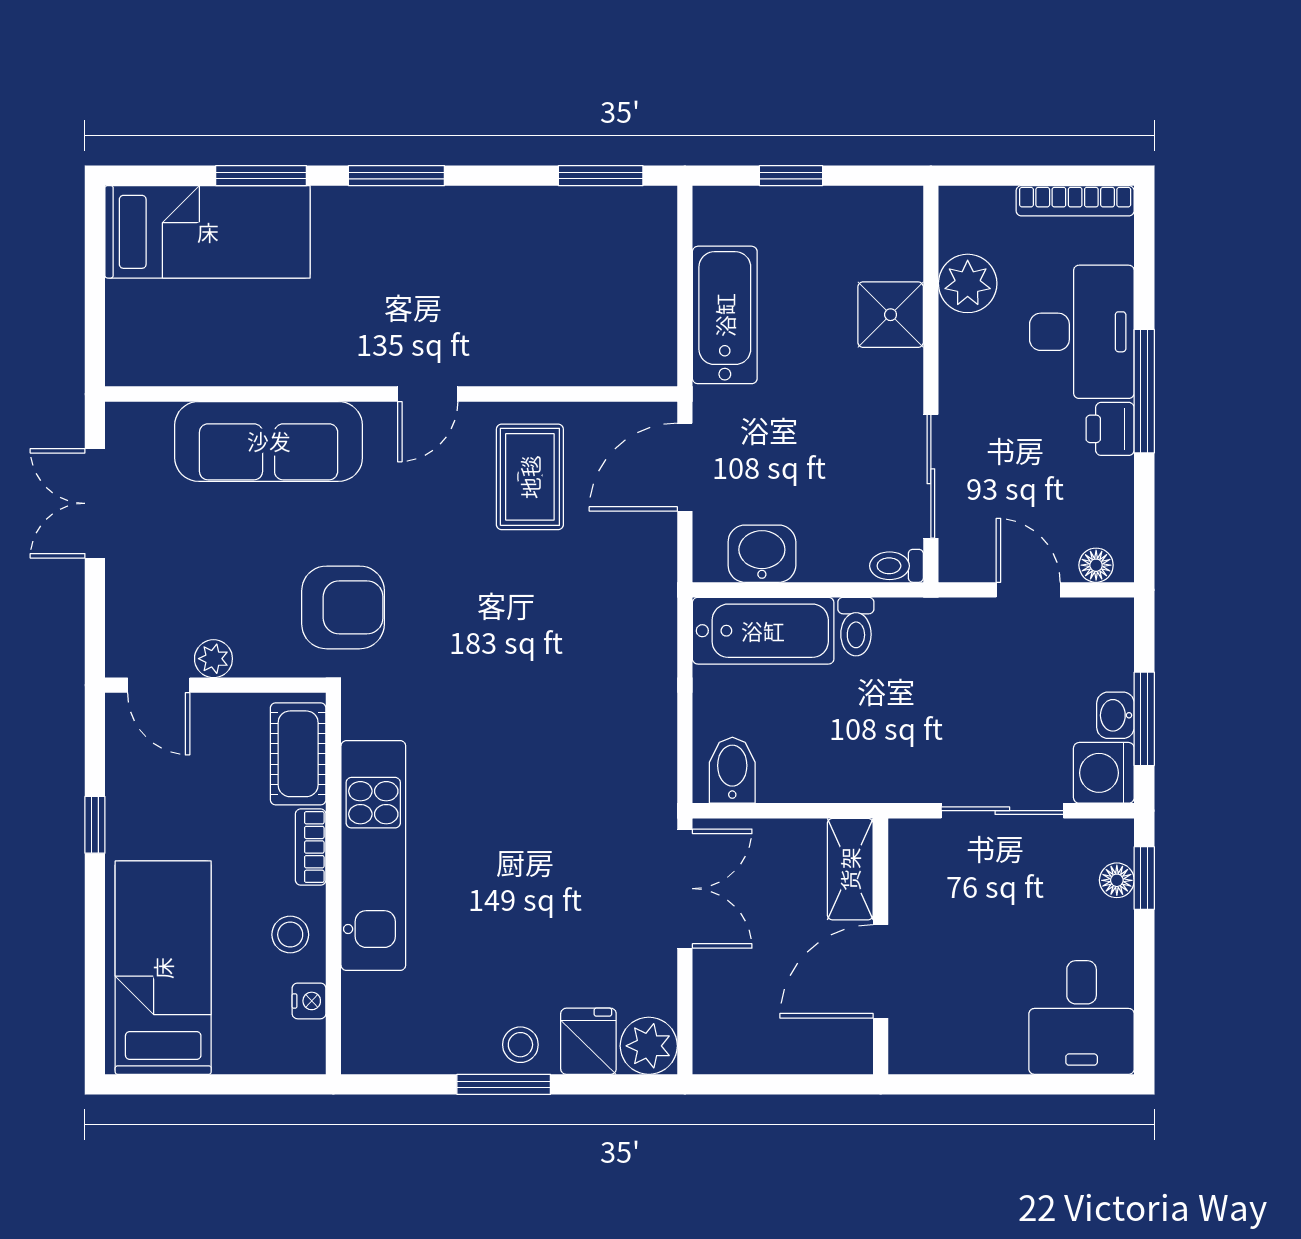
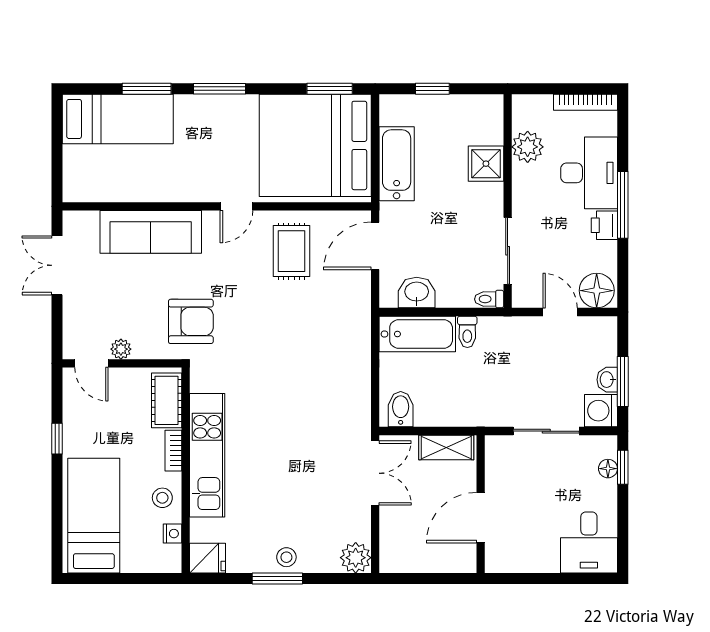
bed: (574, 281) -> (315, 145), added
floor lamp: (1096, 565) -> (597, 291), width x1.89, depth x1.89
shelving: (850, 869) -> (446, 447), moved, turned 90
fridge: (588, 1041) -> (207, 558), moved, turned 90

